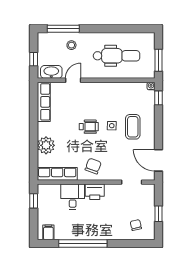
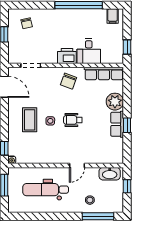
door: (73, 80) -> (77, 166), moved
row of seats: (44, 102) -> (117, 124), moved, width x0.68
window: (34, 121) -> (127, 125), added

